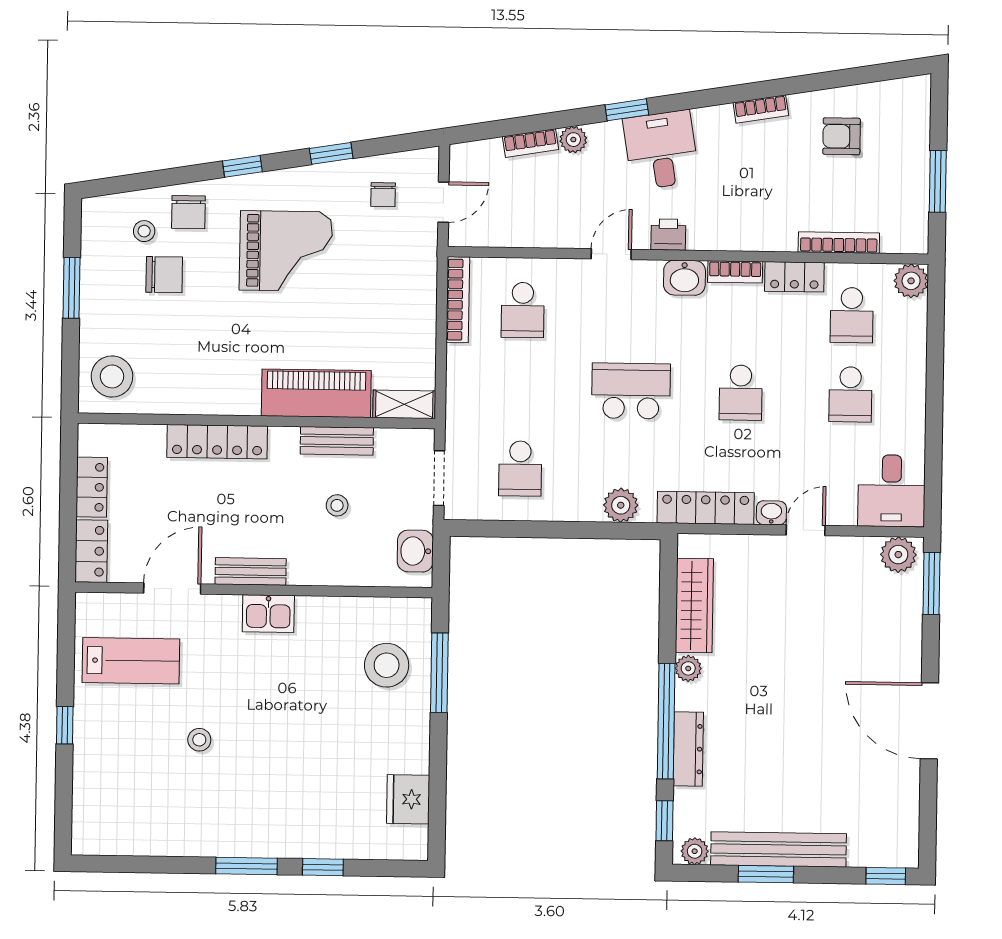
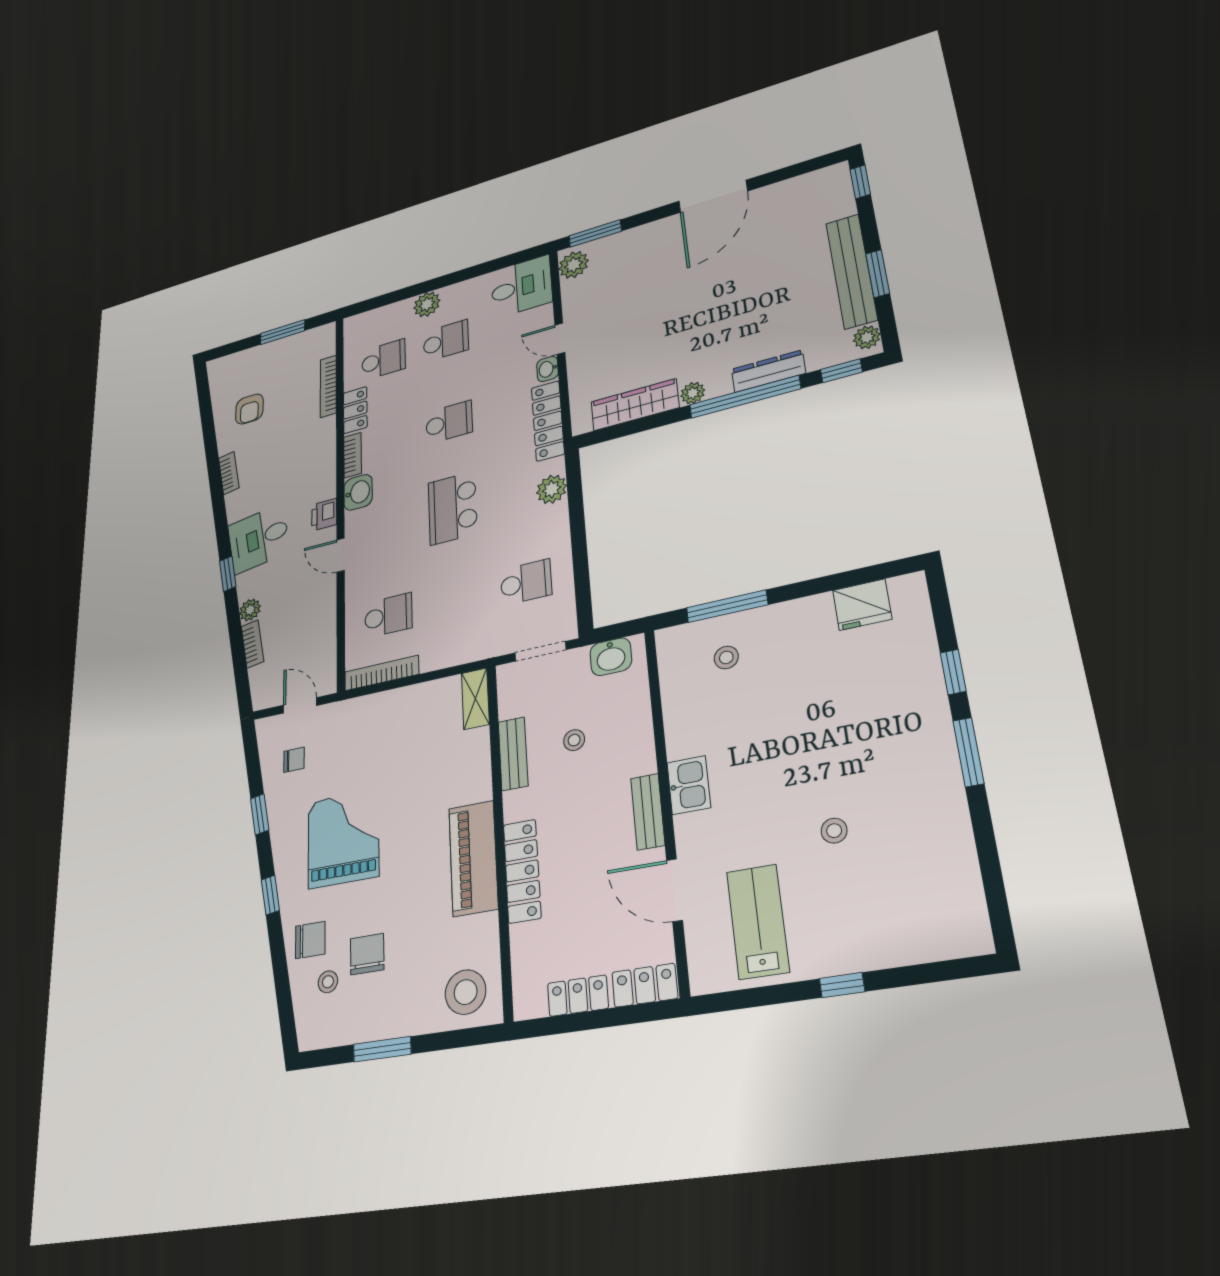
plant: (911, 281) -> (427, 304), moved
piano: (316, 393) -> (473, 858), moved
stool: (387, 665) -> (726, 657), width x0.53, depth x0.53

